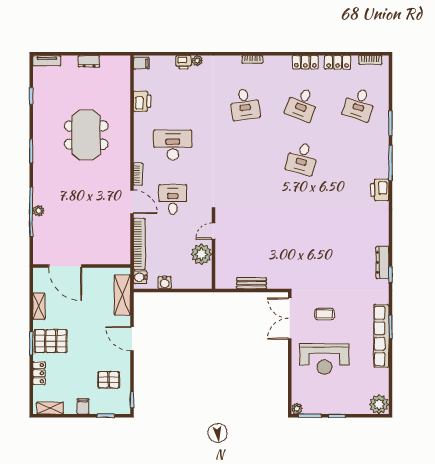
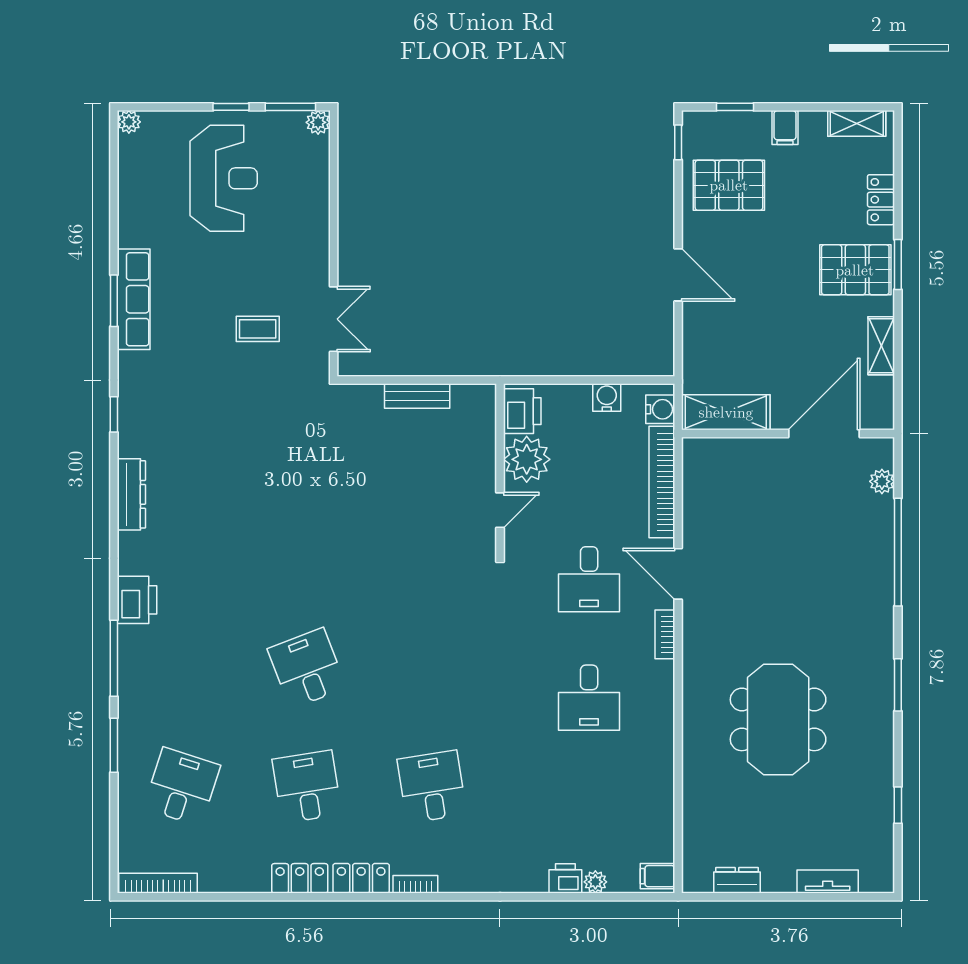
bookcase: (370, 60) -> (158, 883), width x1.56
tv unit: (47, 61) -> (828, 882), moved
dresser: (89, 61) -> (737, 880), moved
plant: (197, 61) -> (595, 882), moved
locker: (338, 62) -> (361, 878), moved
printer: (142, 101) -> (522, 411), moved, turned 180
desk: (302, 104) -> (307, 787), turned -30
desk: (173, 145) -> (589, 698), width x0.73
desk: (302, 158) -> (307, 668), turned -36
plant: (39, 211) -> (882, 481), moved
dresser: (382, 262) -> (131, 494), moved
door: (65, 266) -> (824, 434), hinge flipped
shelving: (122, 295) -> (726, 412), moved, turned 90
double door: (290, 318) -> (334, 319), width x0.73
row of seats: (381, 336) -> (134, 299), width x0.73
reception desk: (324, 359) -> (224, 178), moved, turned 90
pallet: (109, 380) -> (729, 185), width x1.50, depth x1.42
plant: (379, 404) -> (129, 122), width x0.53, depth x0.53

